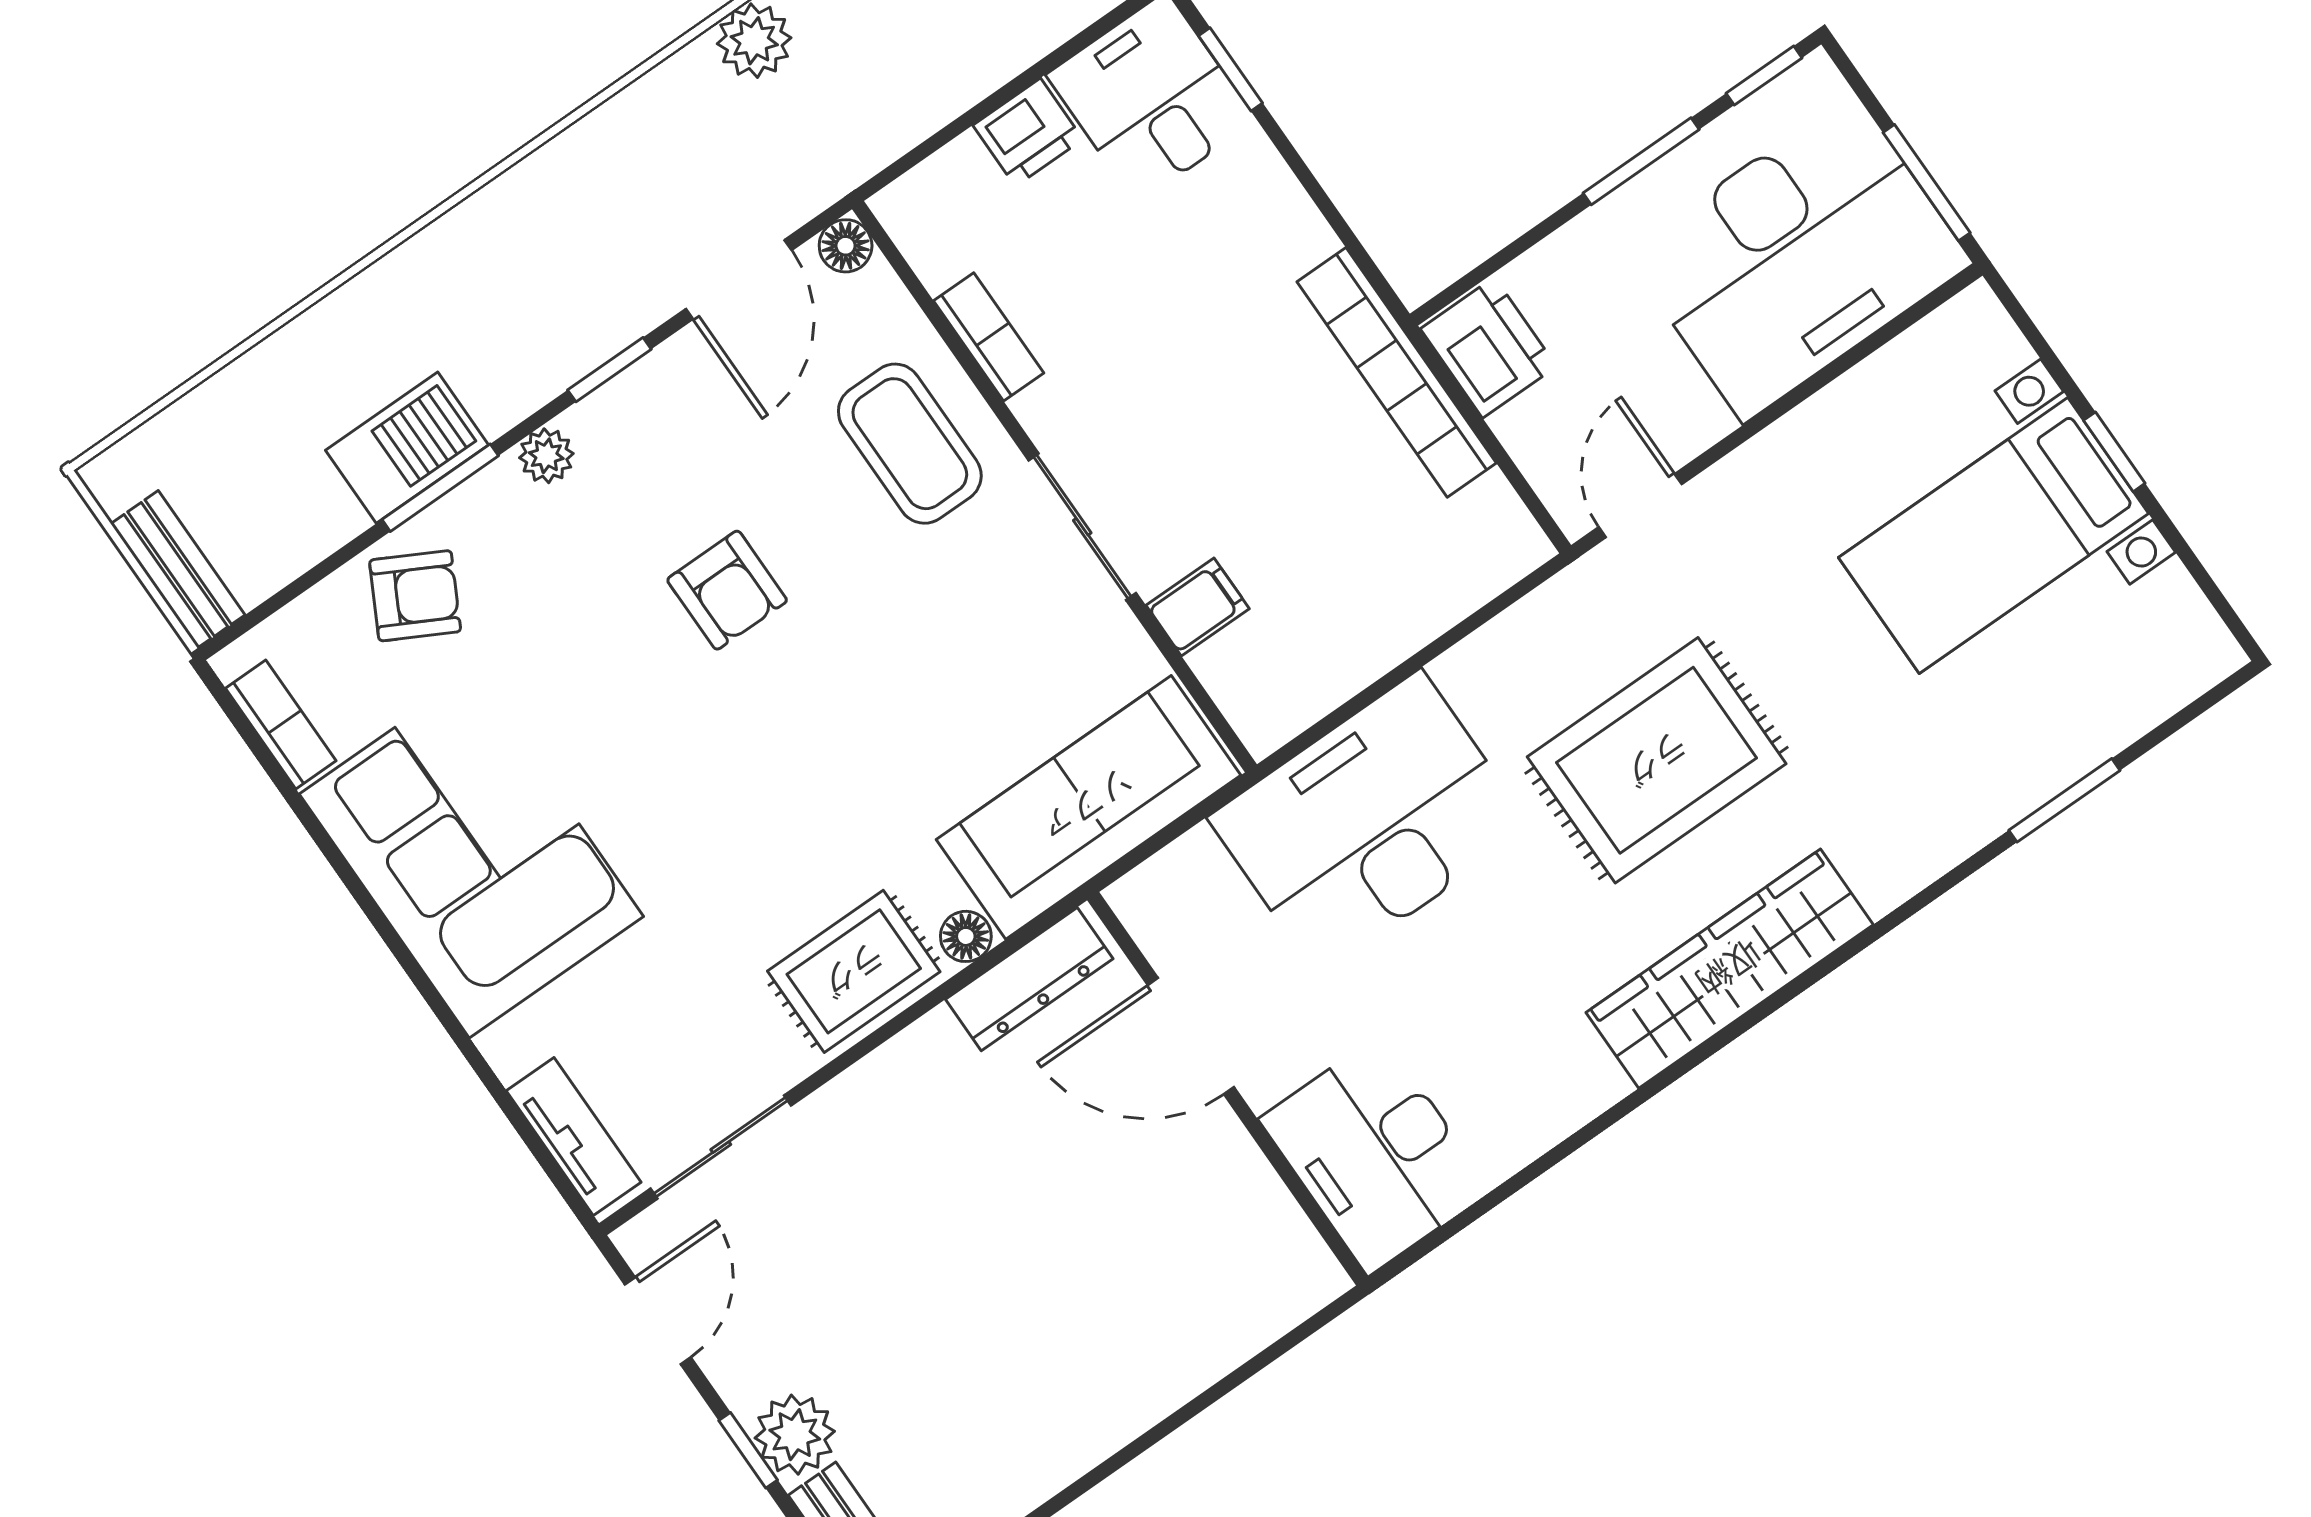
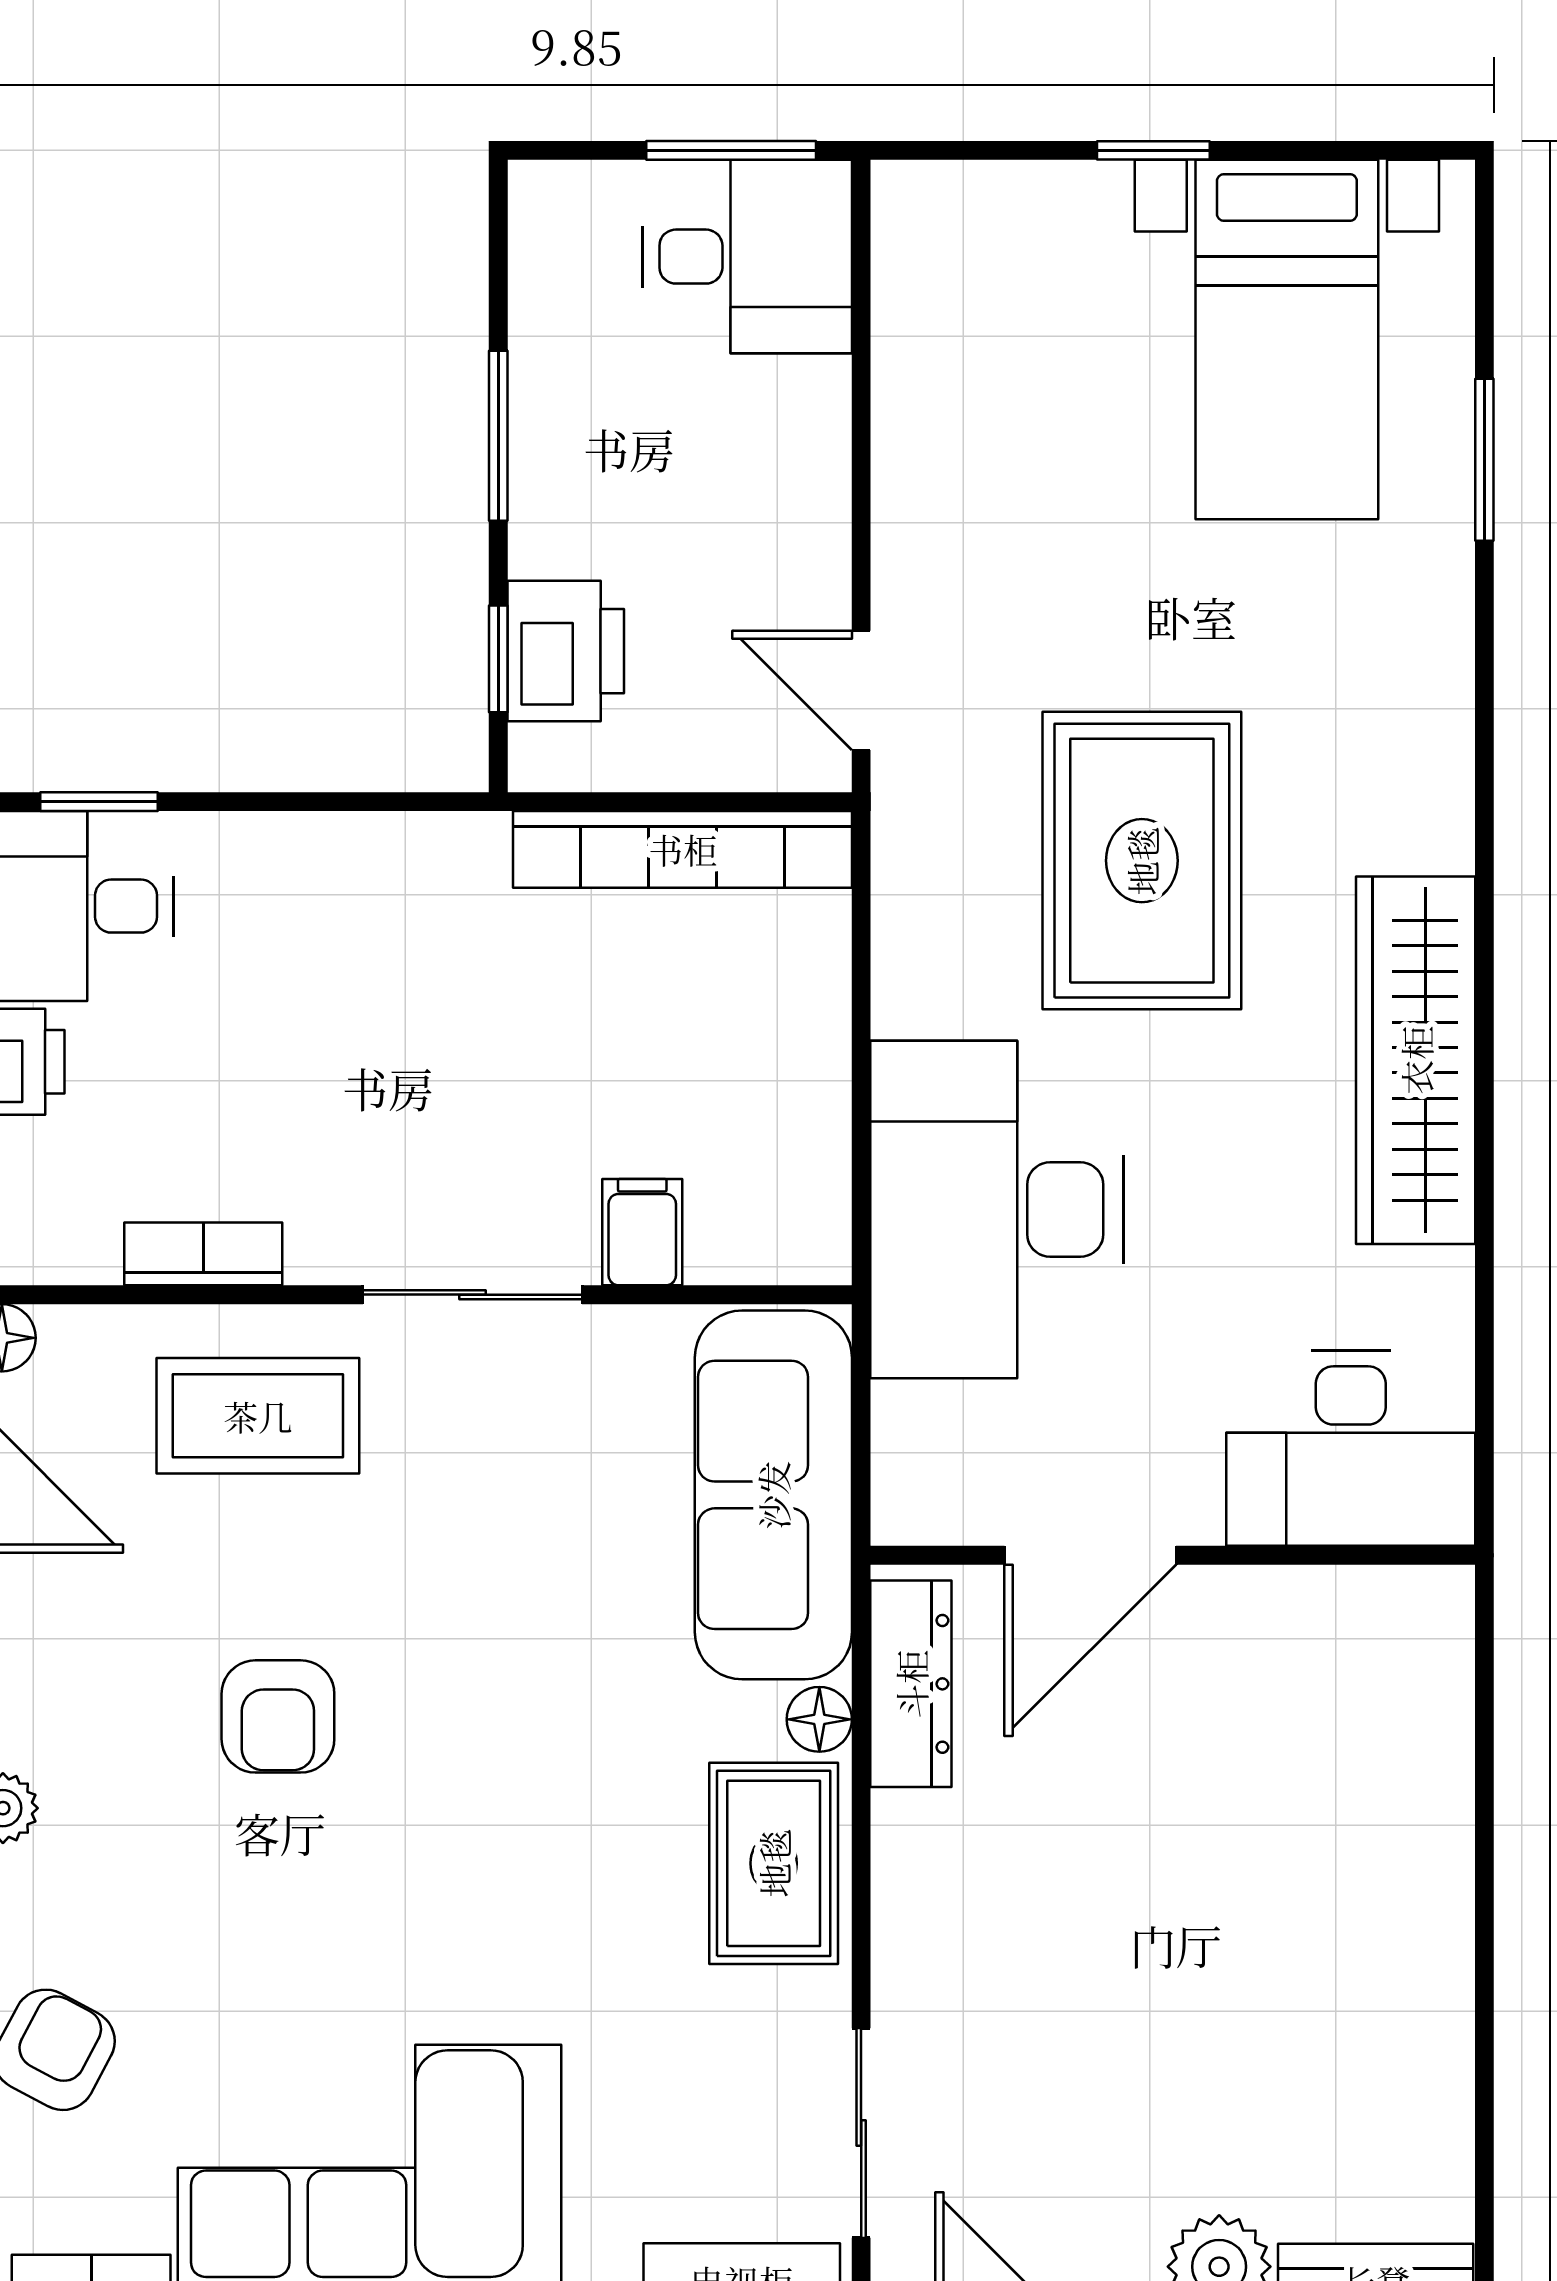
window: (1764, 76) -> (498, 659), moved
desk: (1798, 258) -> (747, 257), width x0.53, depth x0.77
printer: (1488, 348) -> (566, 651), moved, turned 90
bookcase: (1397, 372) -> (683, 849), moved
bed with nightstands: (1994, 536) -> (1287, 340), moved
armchair: (727, 590) -> (278, 1716), turned 90
wardrobe: (1730, 969) -> (1416, 1060), moved

